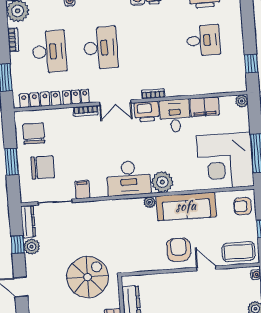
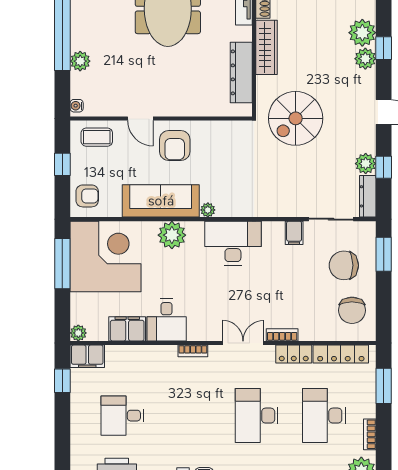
filing cabinet: (234, 84) -> (87, 356), added
printer: (147, 111) -> (203, 328), removed
window: (11, 162) -> (384, 254), moved
plant: (162, 182) -> (172, 235), moved
coffee table: (239, 252) -> (97, 137), width x0.73, depth x0.77

